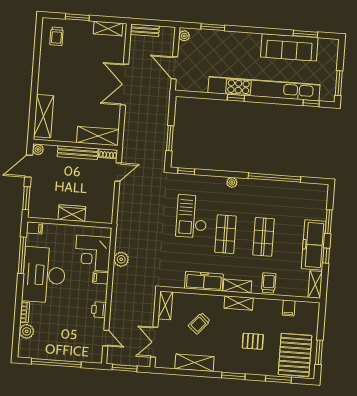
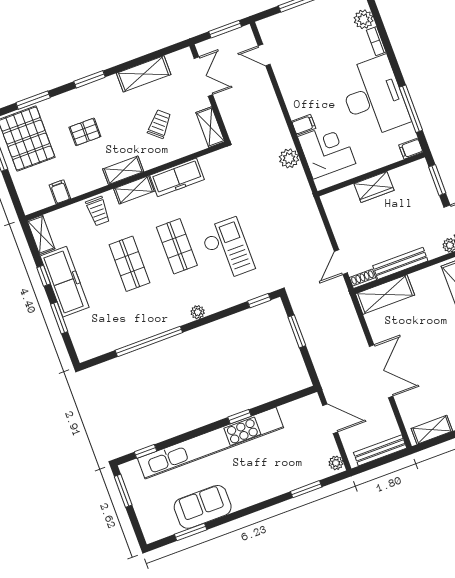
bench: (145, 30) -> (380, 450), width x1.36
sofa: (289, 47) -> (203, 507), width x0.73
printer: (99, 310) -> (288, 85), removed

